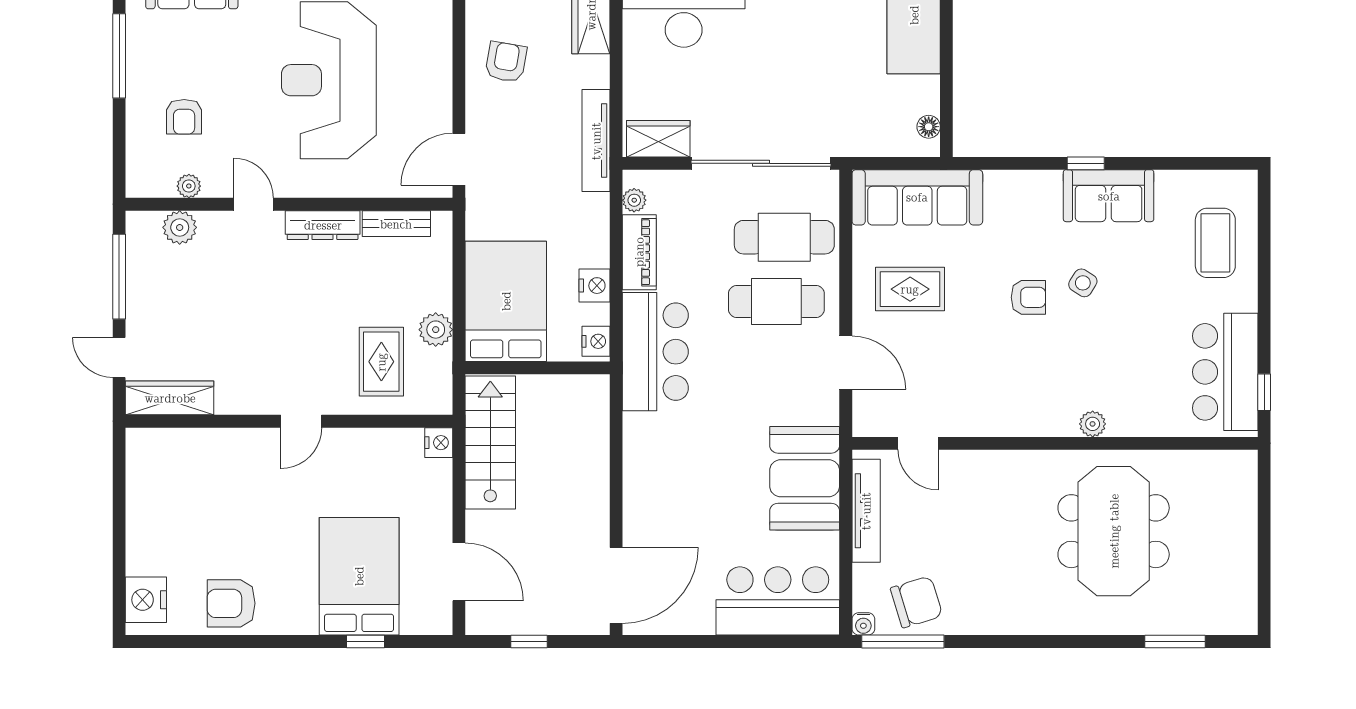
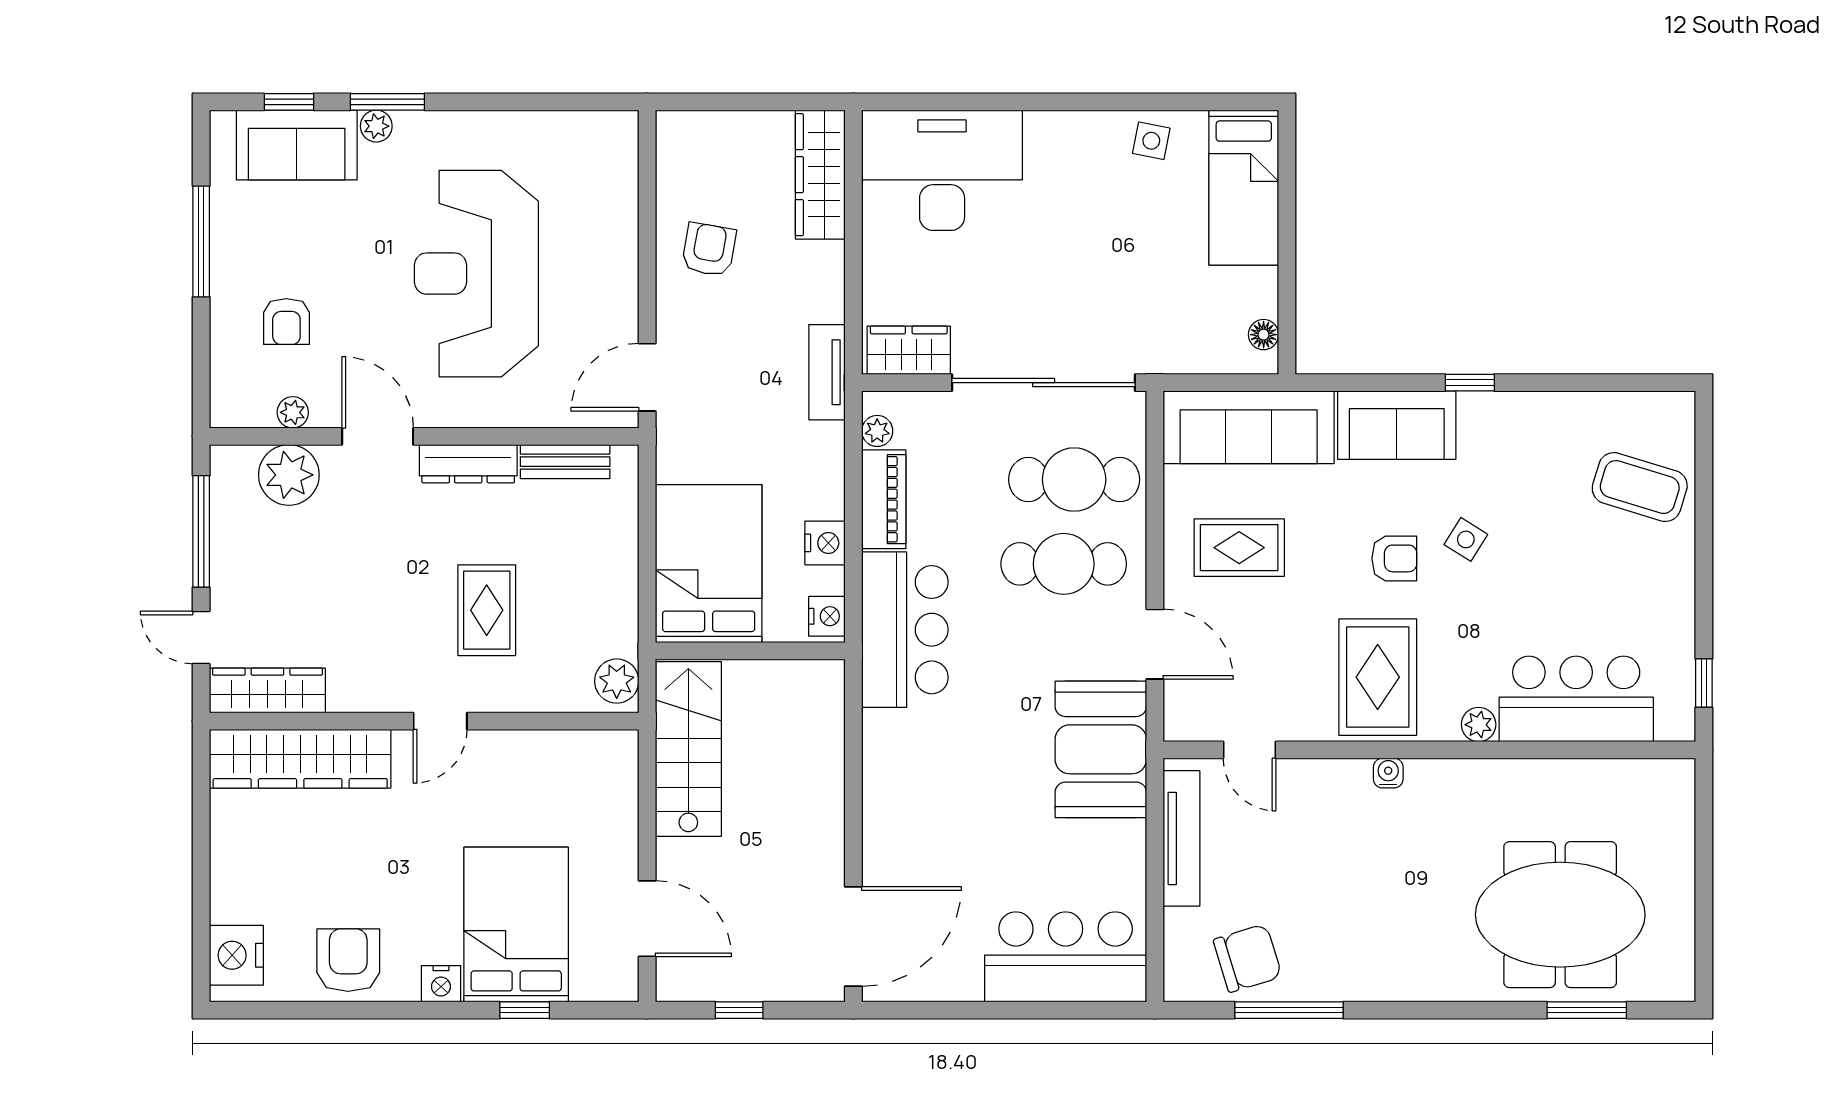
tv unit: (596, 141) -> (827, 372), width x0.71
sofa: (1109, 196) -> (1397, 425), moved
door: (254, 204) -> (378, 436), width x1.38
plant: (180, 227) -> (289, 475), width x1.36, depth x1.36
coffee table: (1215, 243) -> (1640, 487), turned -73
plant: (436, 330) -> (617, 681), moved
rug: (381, 362) -> (487, 610), moved
bar counter: (1225, 372) -> (1576, 699), moved, turned 90
rug: (1016, 388) -> (1378, 677), added
nightstand: (439, 443) -> (441, 984), moved, turned 90
wardrobe: (194, 450) -> (300, 759), added
booth: (805, 478) -> (1101, 749), moved
meeting table: (1114, 531) -> (1560, 915), moved, turned 90
armchair: (231, 603) -> (348, 960), turned 90
water cooler: (863, 624) -> (1388, 773), moved, turned 180
window: (903, 642) -> (1289, 1010), moved

